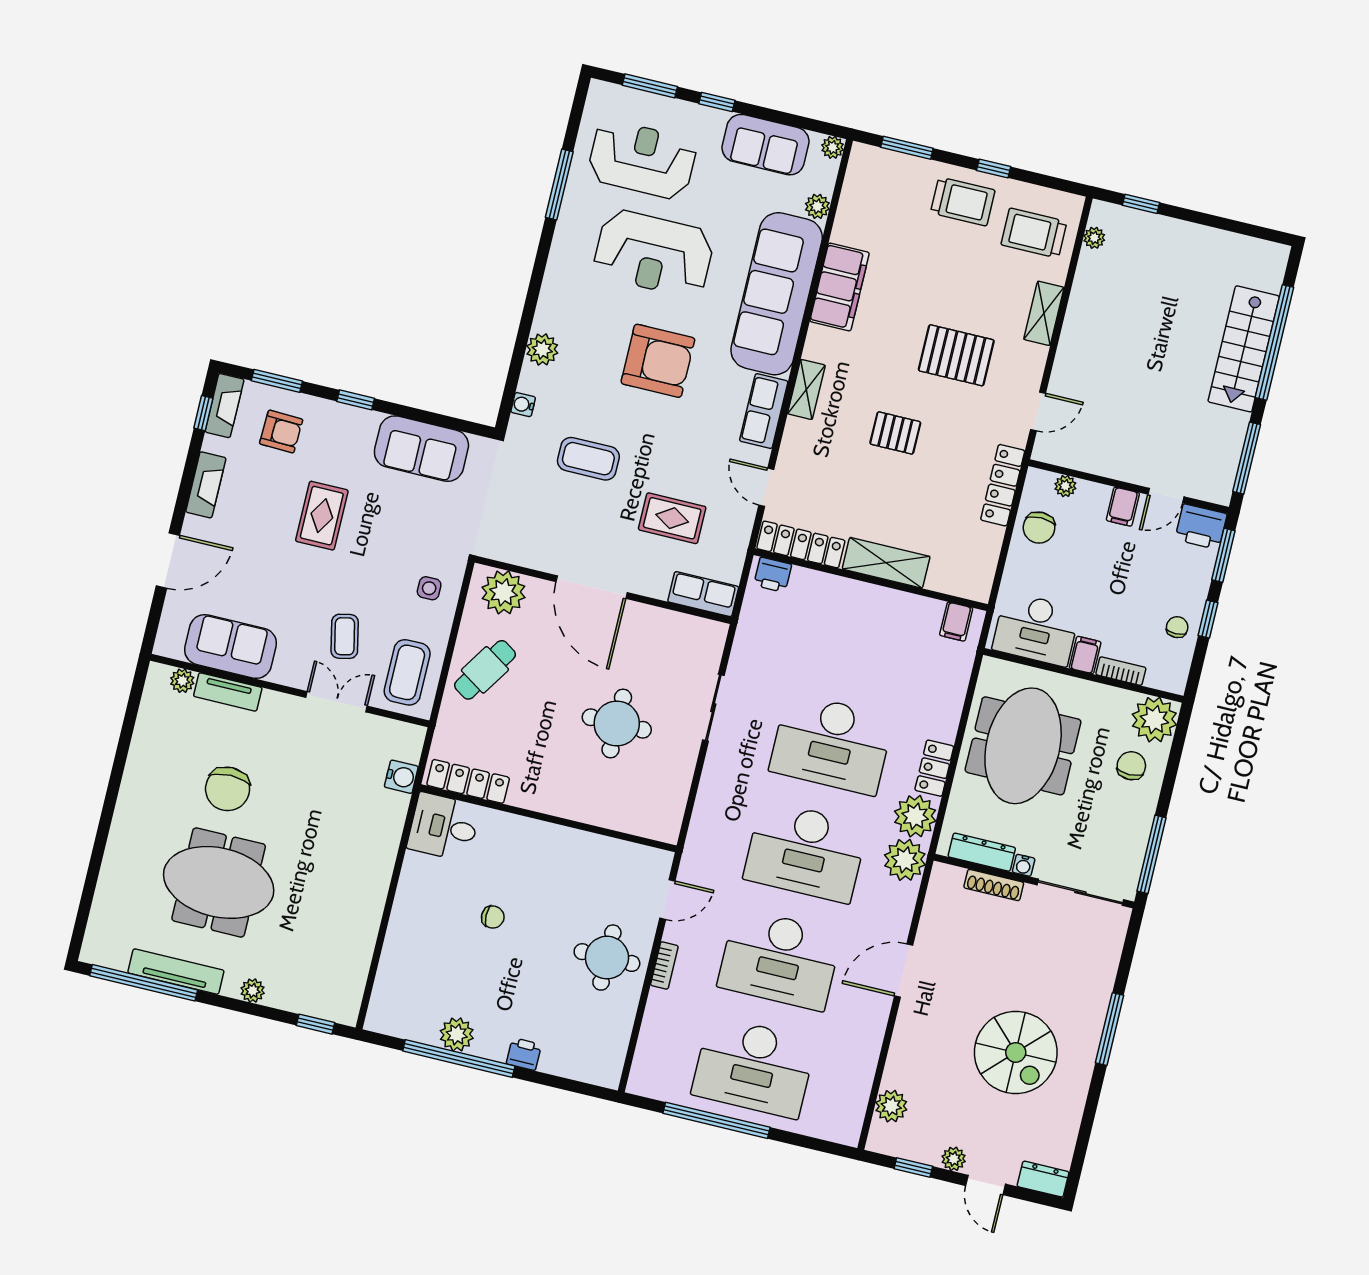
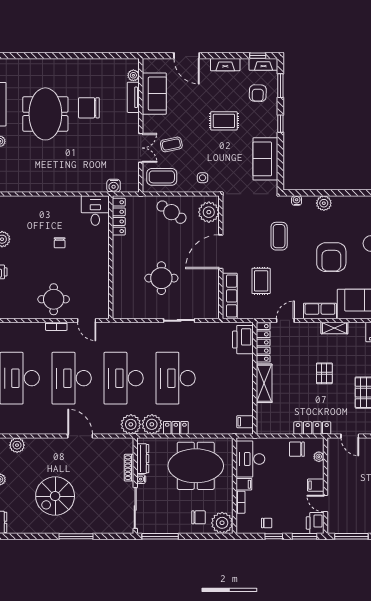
printer: (773, 575) -> (243, 340), width x1.87, depth x1.48
row of seats: (703, 594) -> (230, 296), width x1.48

